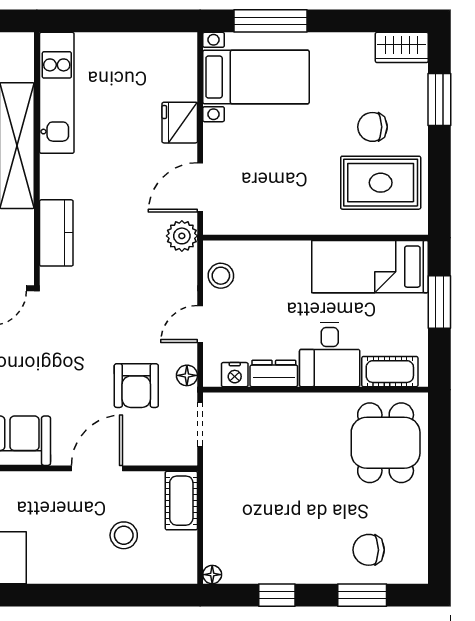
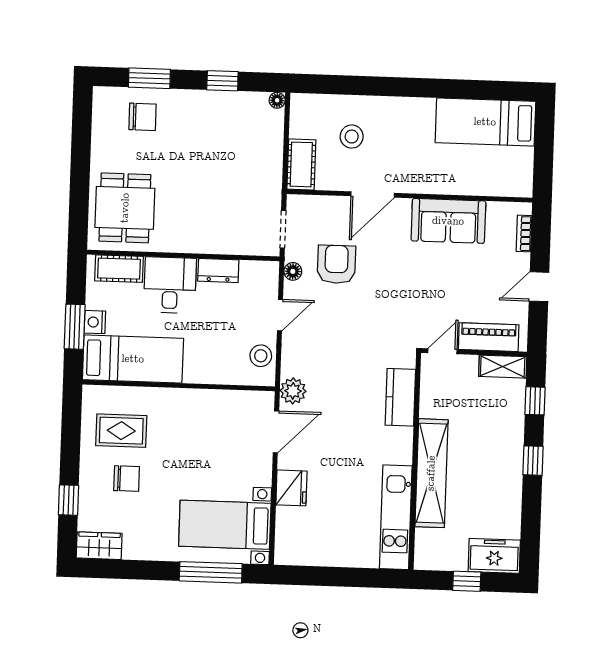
window: (439, 99) -> (69, 500), width x0.67
rug: (381, 183) -> (121, 431), width x0.73, depth x0.70
nightstand: (235, 375) -> (95, 322), moved, turned -90

